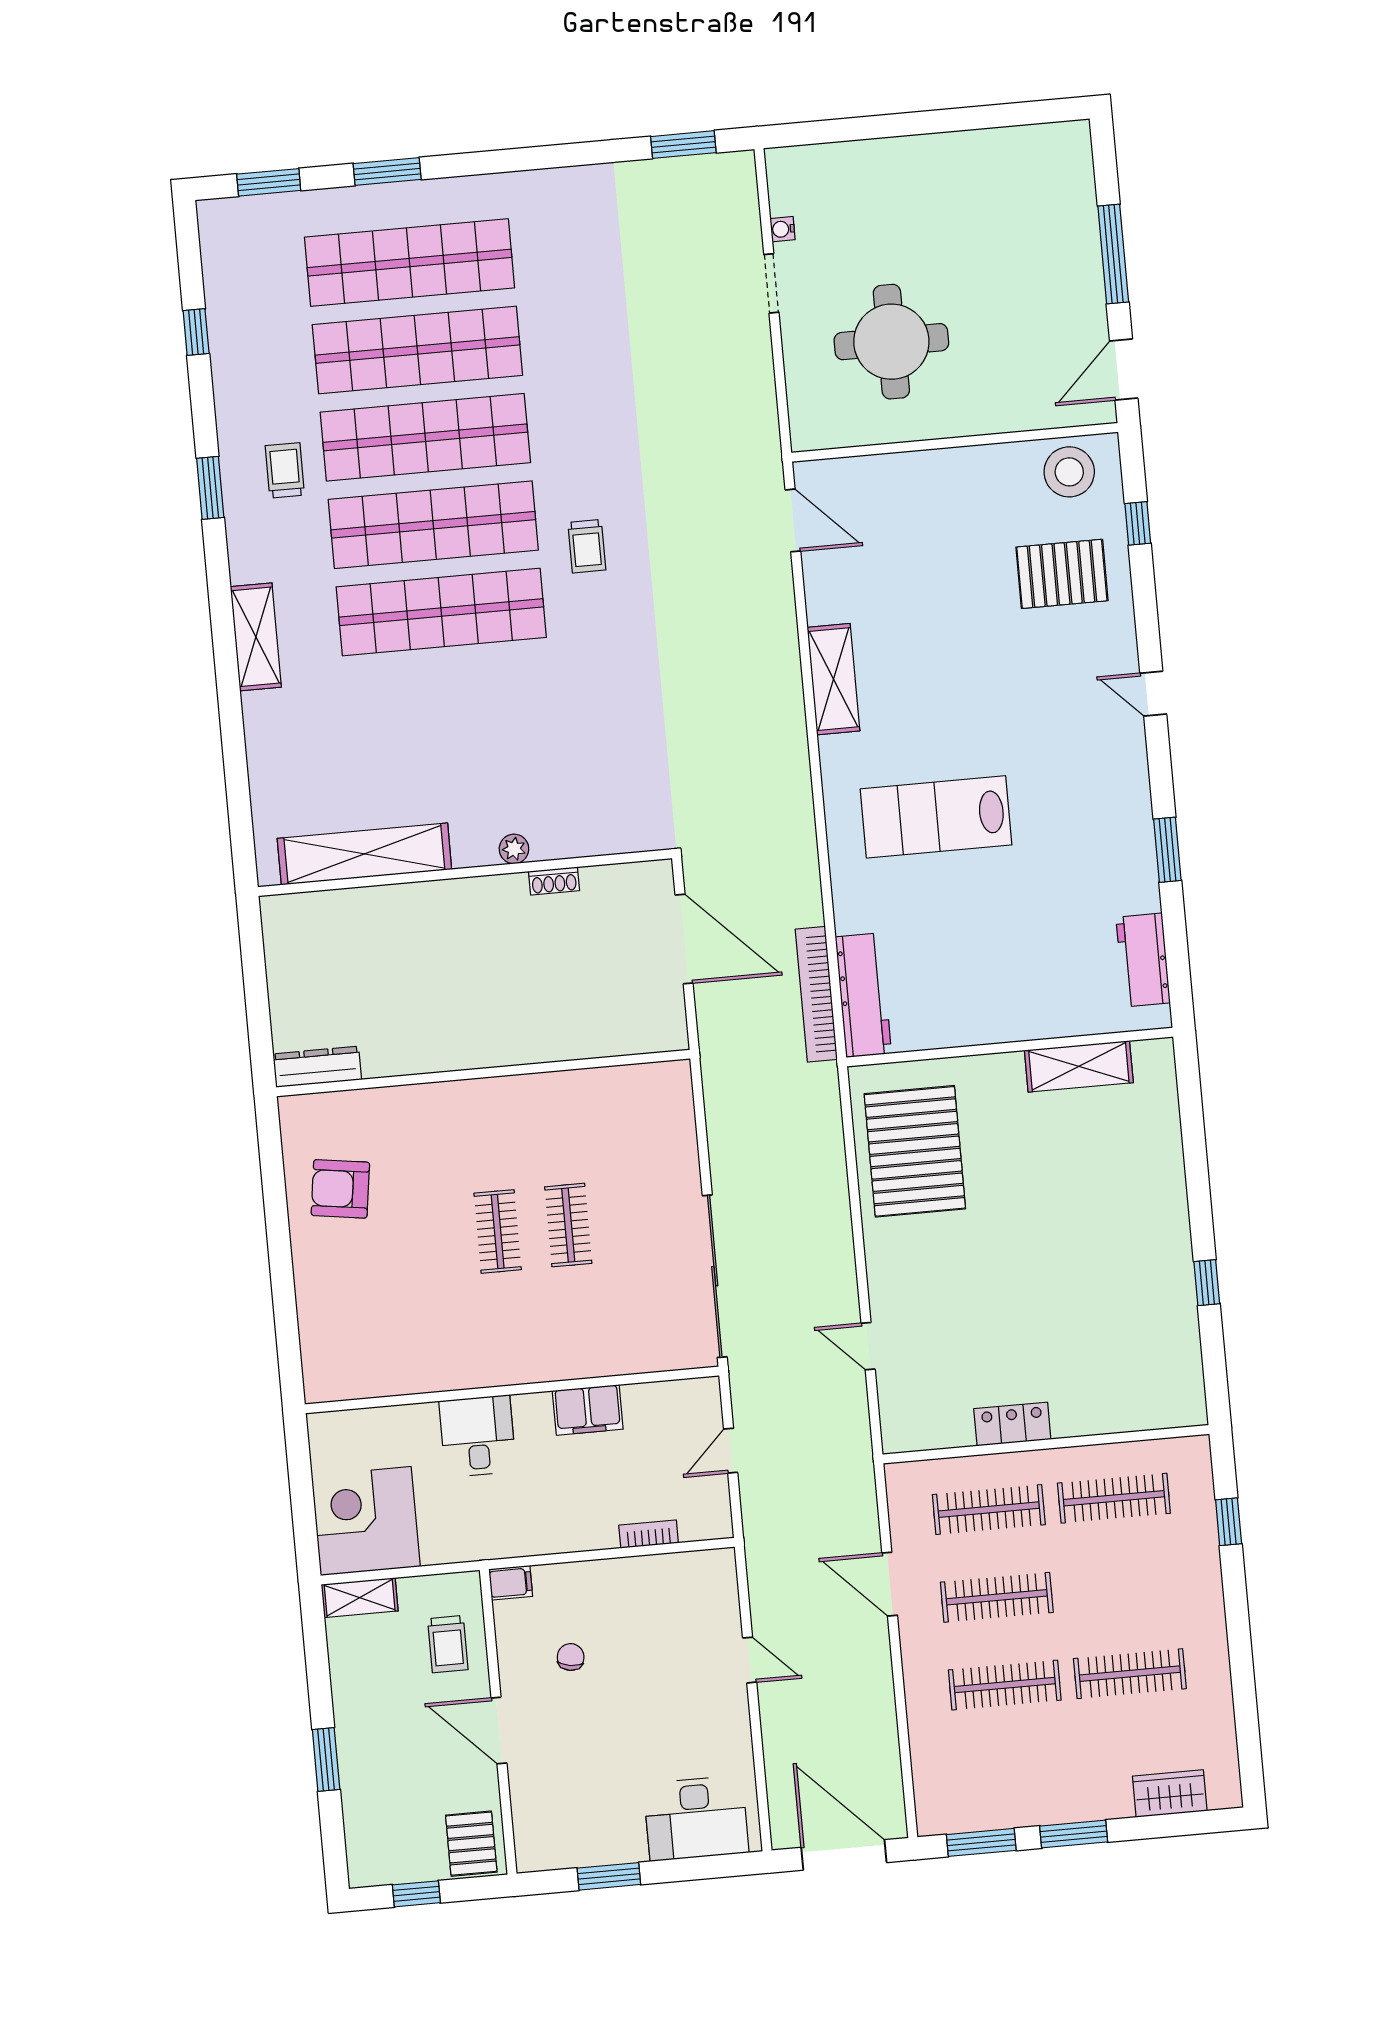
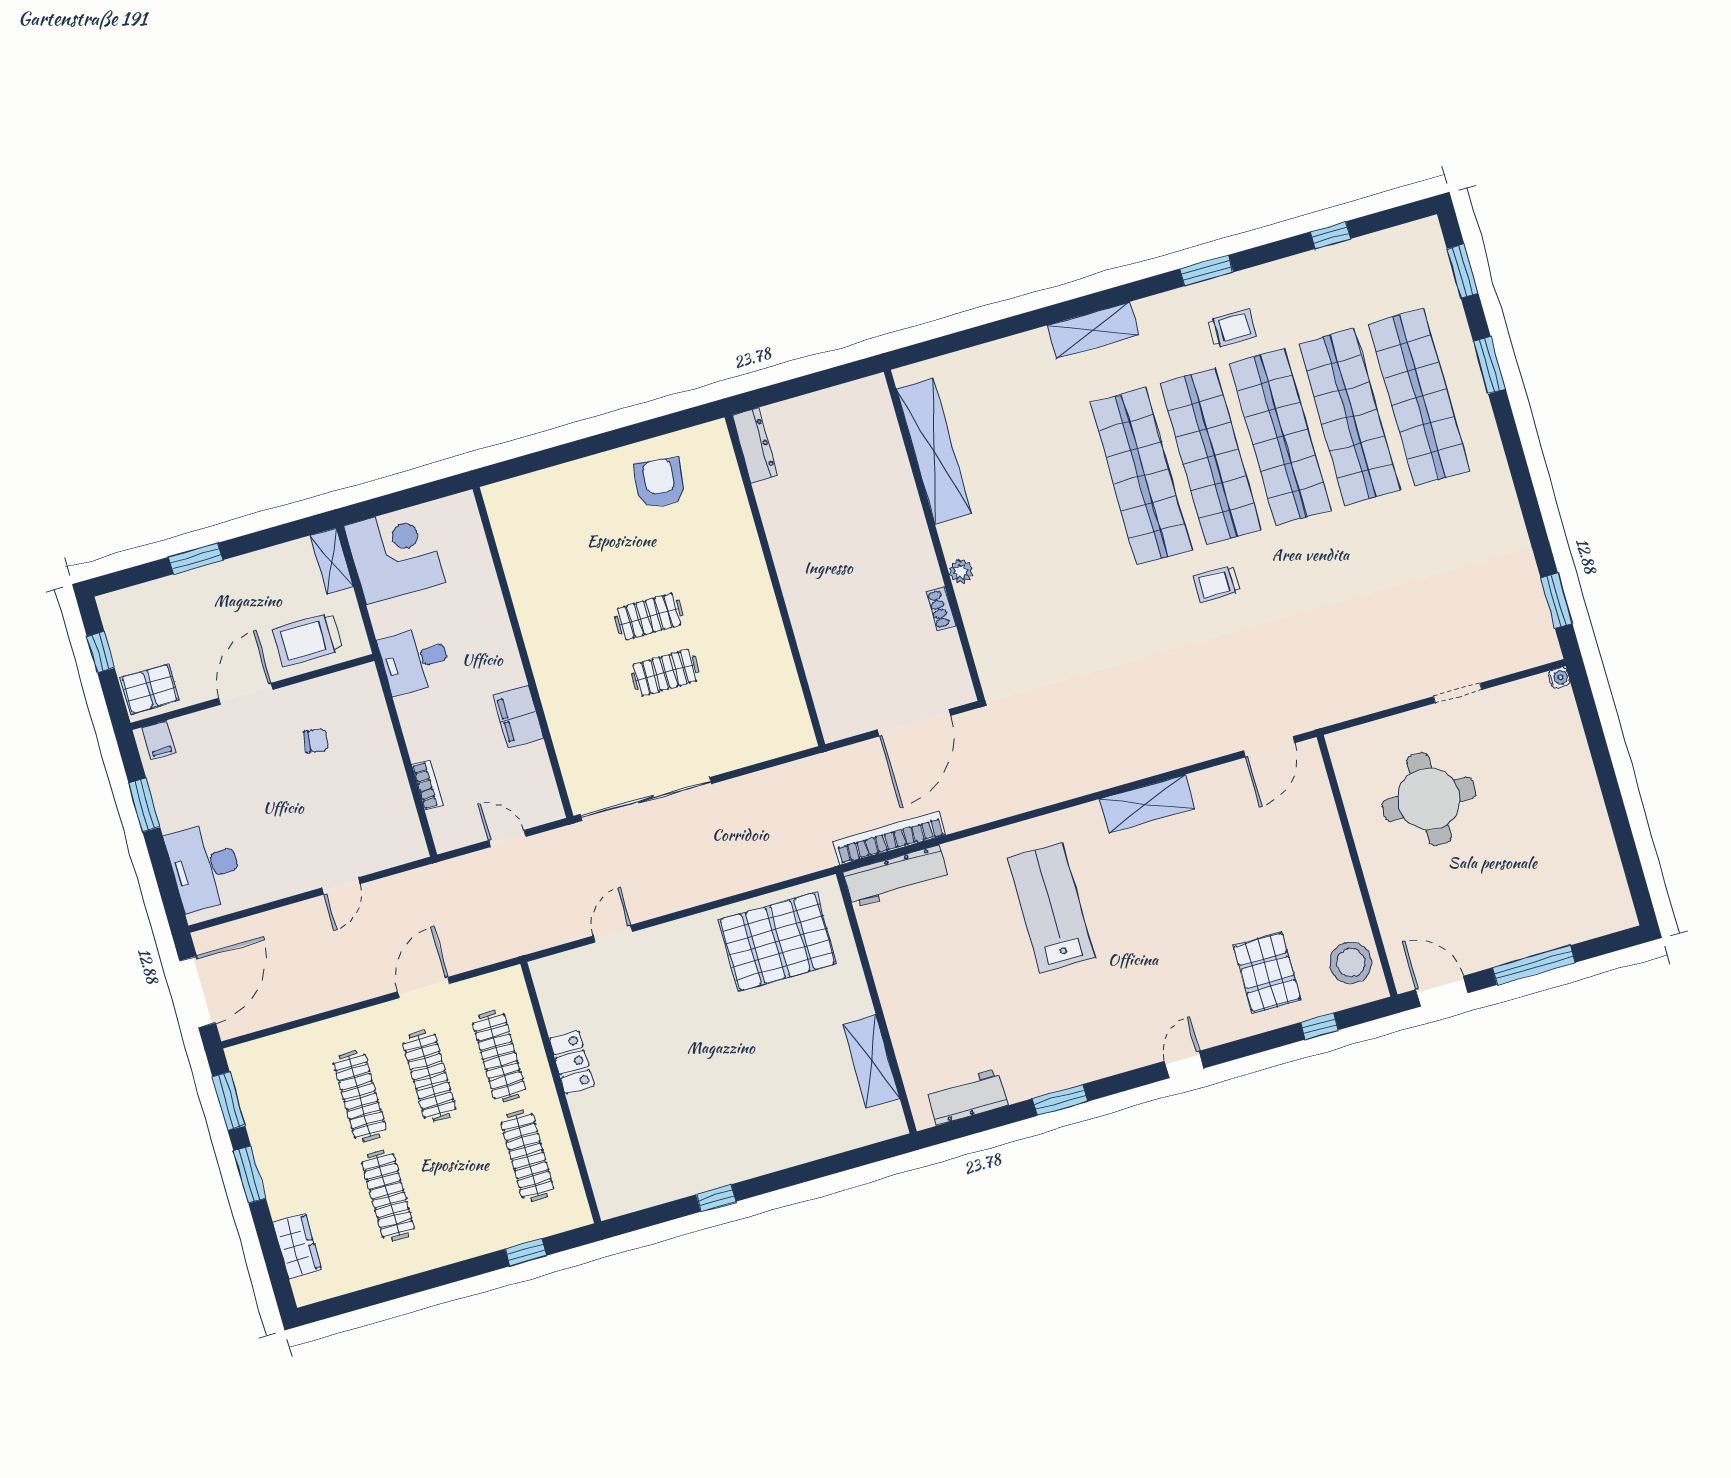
water cooler: (783, 229) -> (1559, 678), moved, turned 90
desk: (478, 1436) -> (415, 660), moved, turned 180
filing cabinet: (511, 1583) -> (159, 740), moved
trolley: (448, 1644) -> (308, 639), width x1.36, depth x1.39

